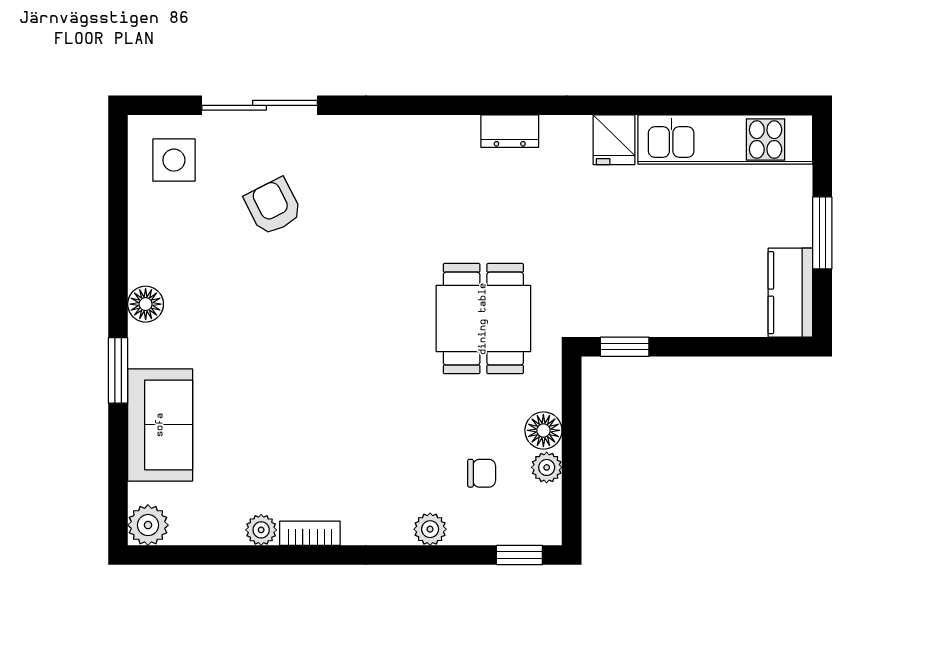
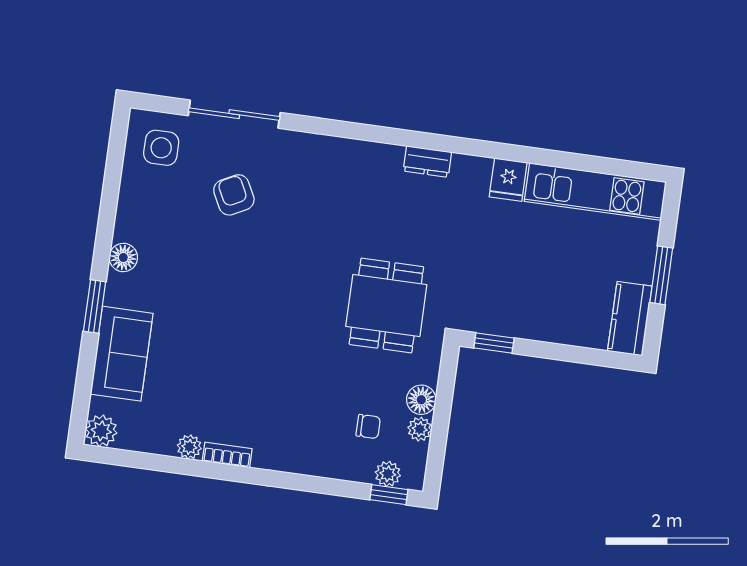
plant: (430, 529) -> (388, 474), moved

